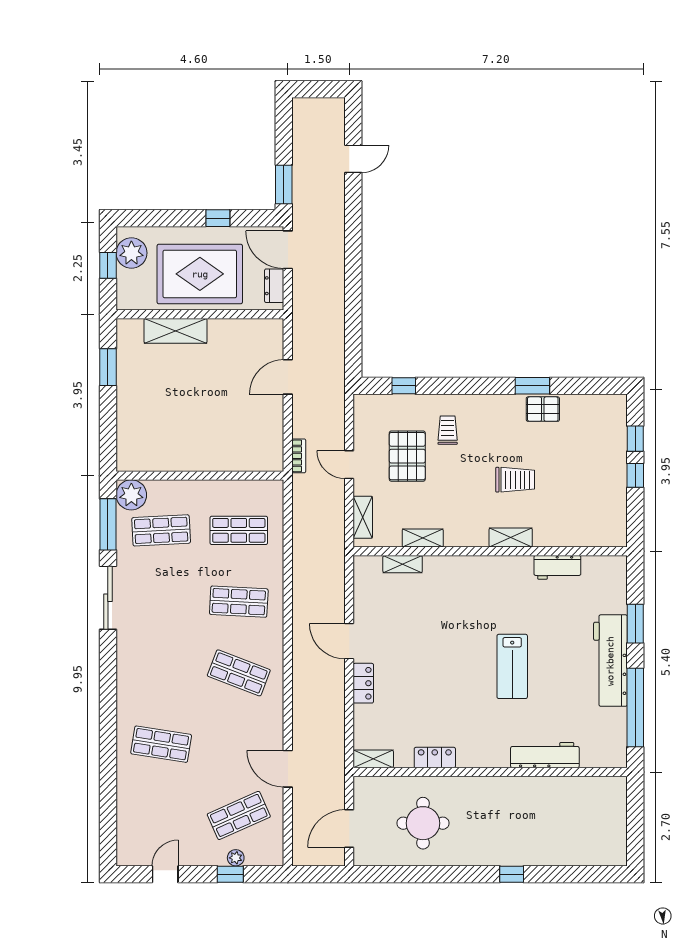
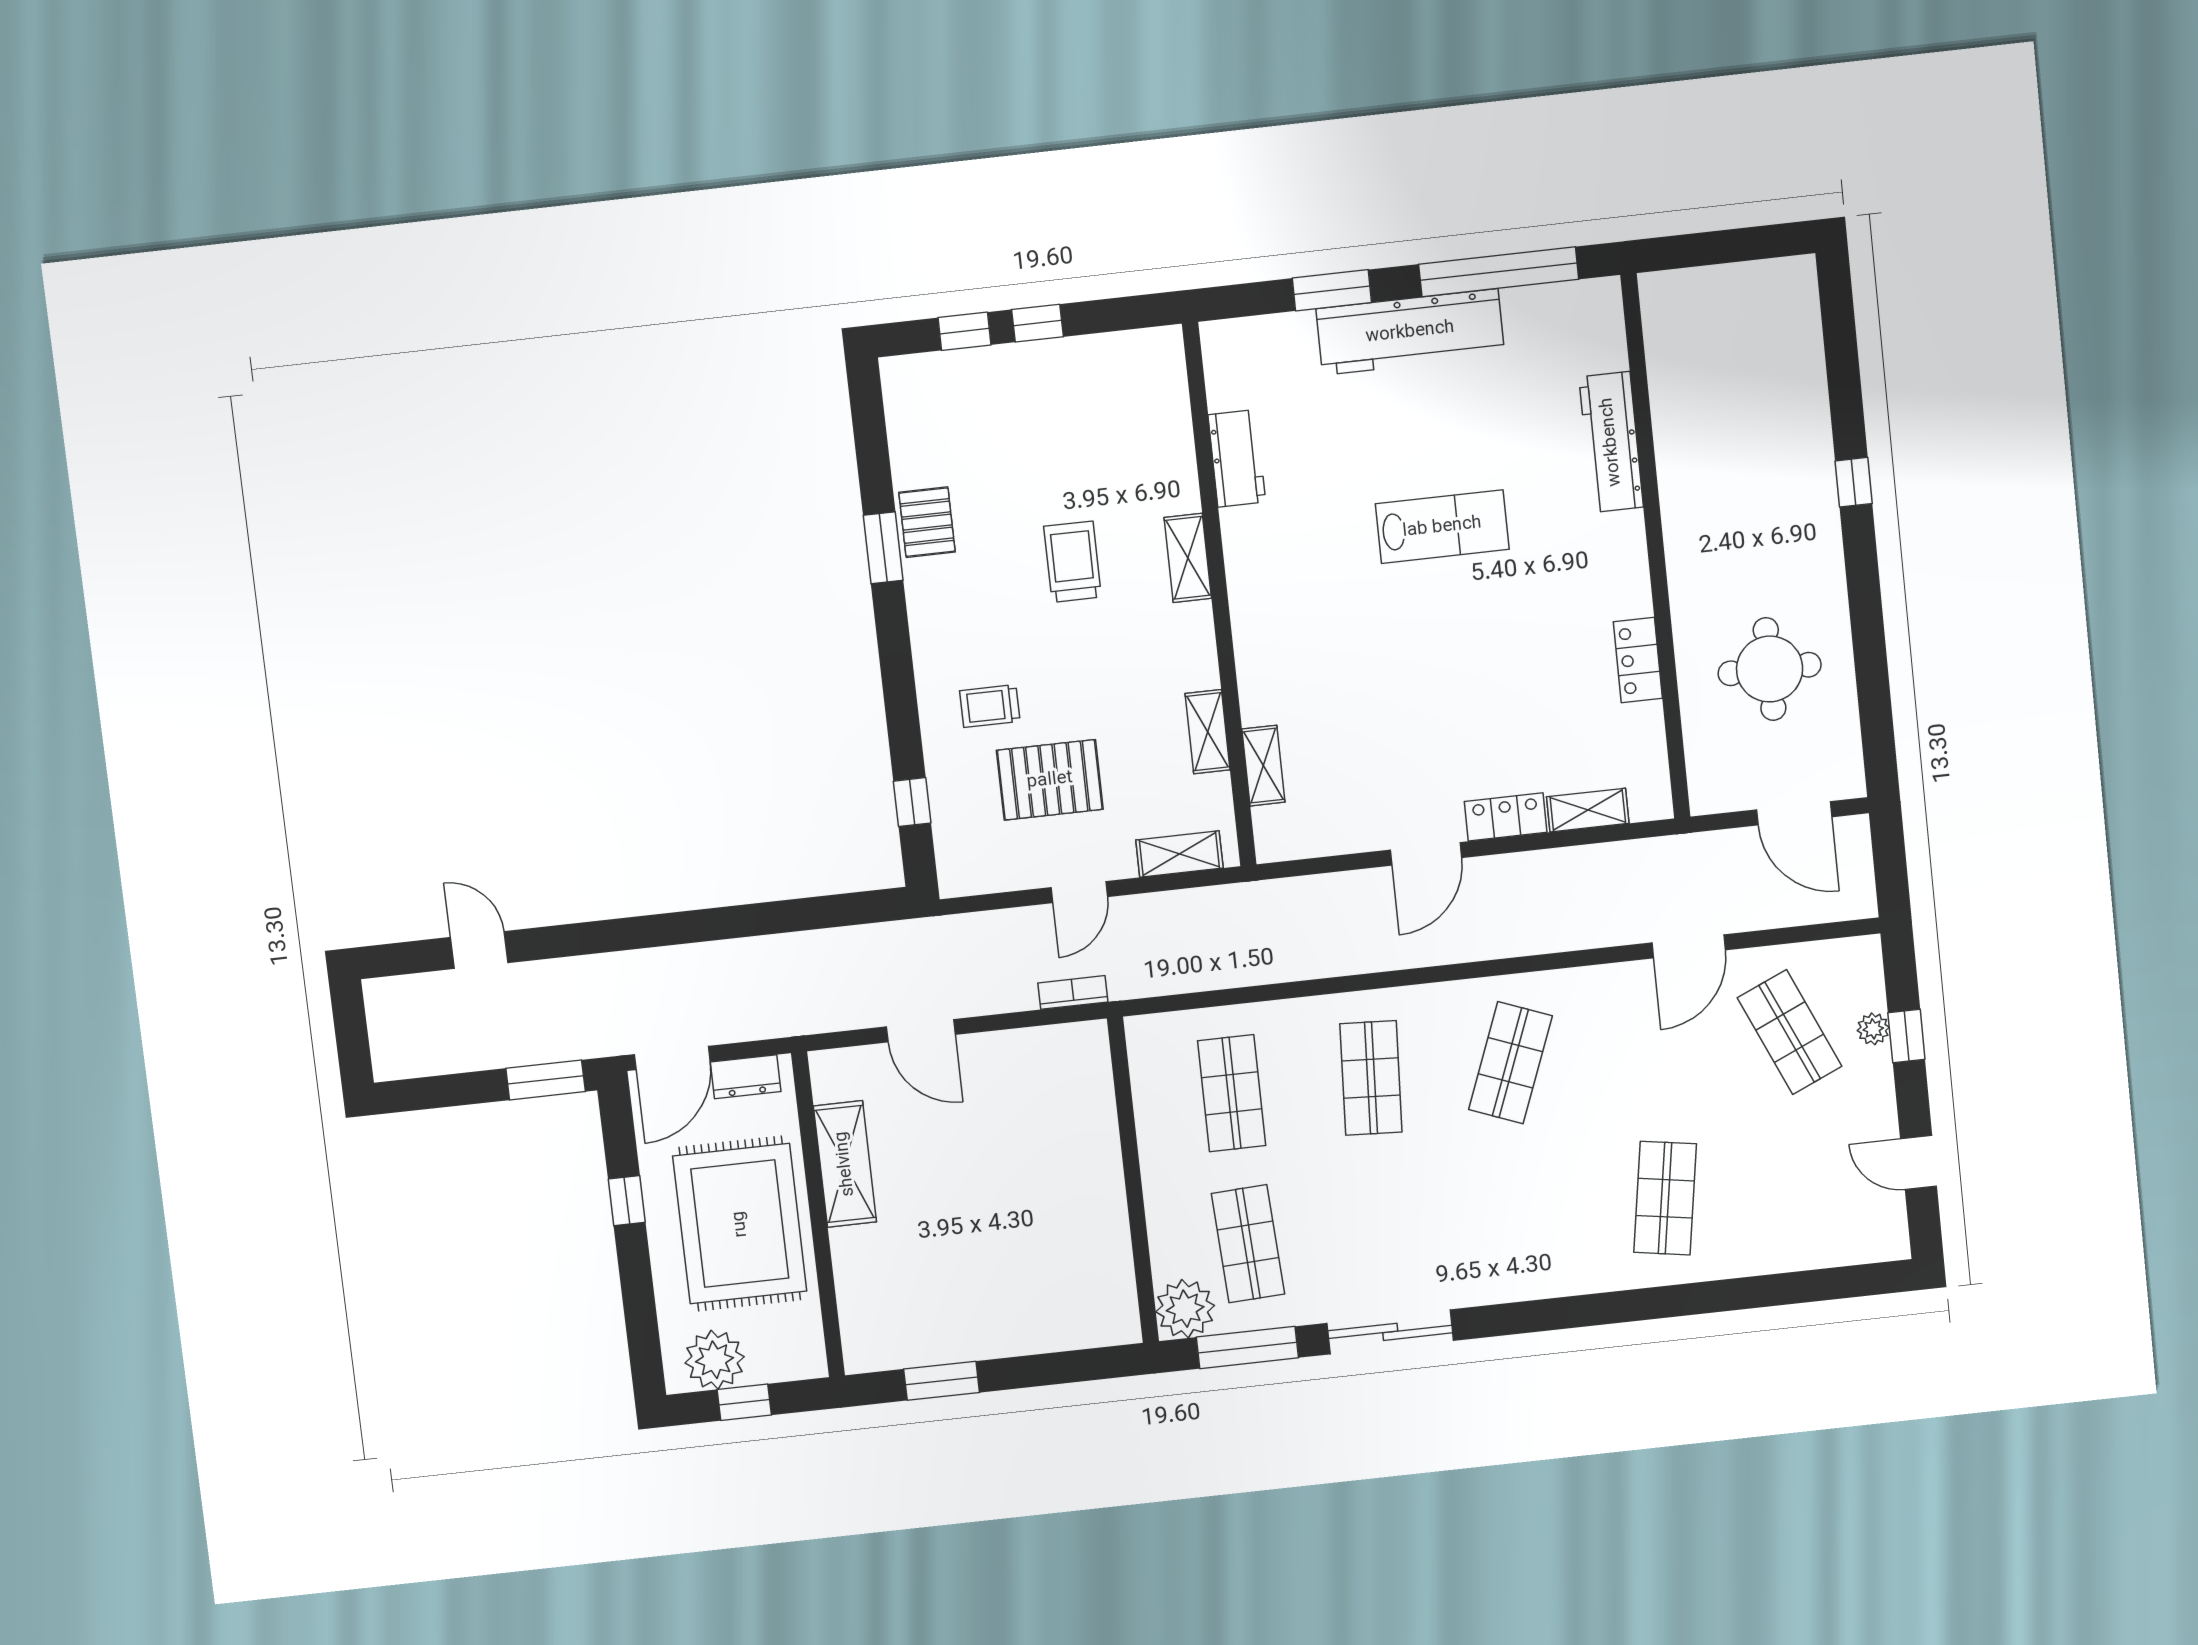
shelving: (176, 331) -> (845, 1164), moved
shelving: (373, 759) -> (1588, 810), moved, turned 90

